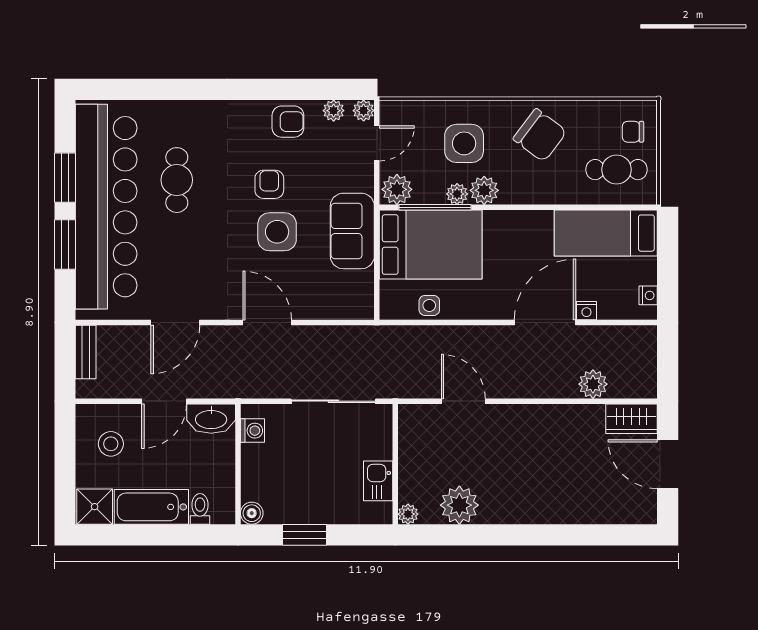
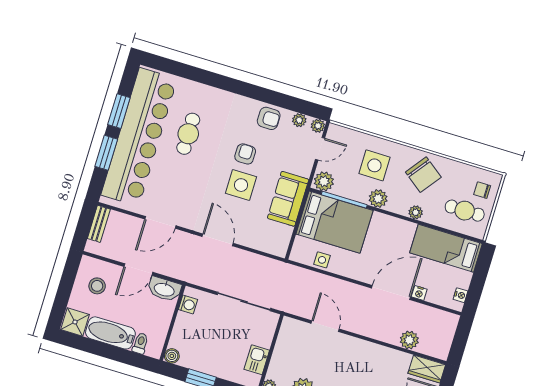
plant: (457, 194) -> (416, 212), moved

